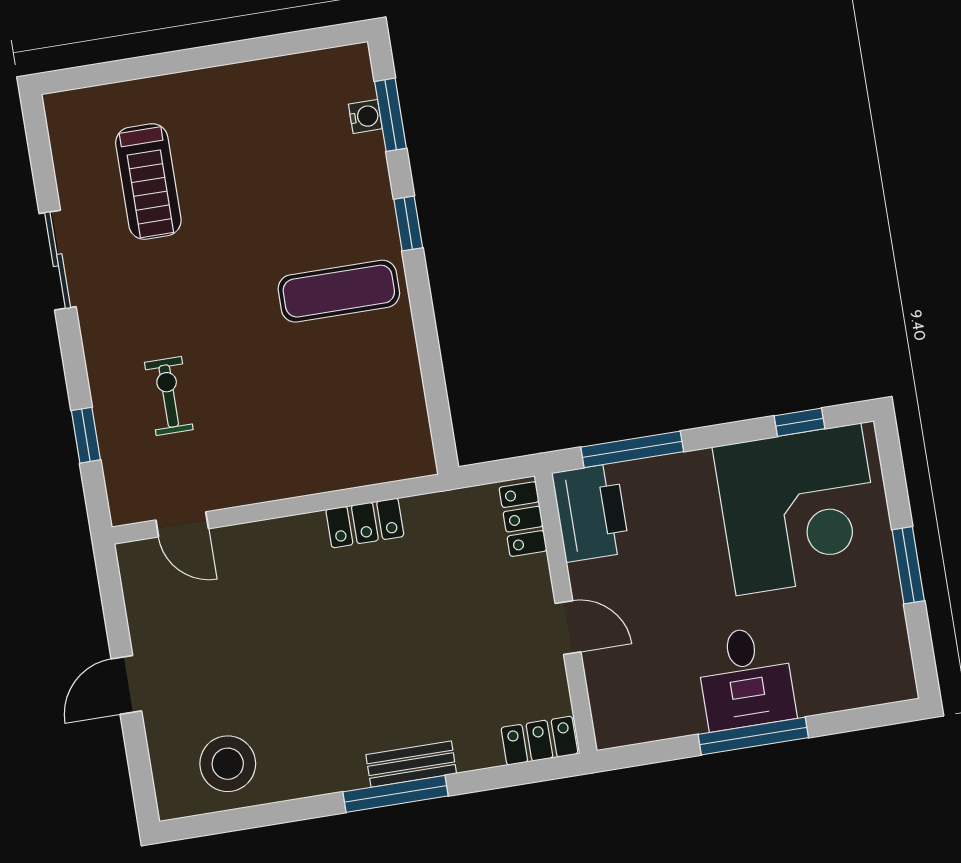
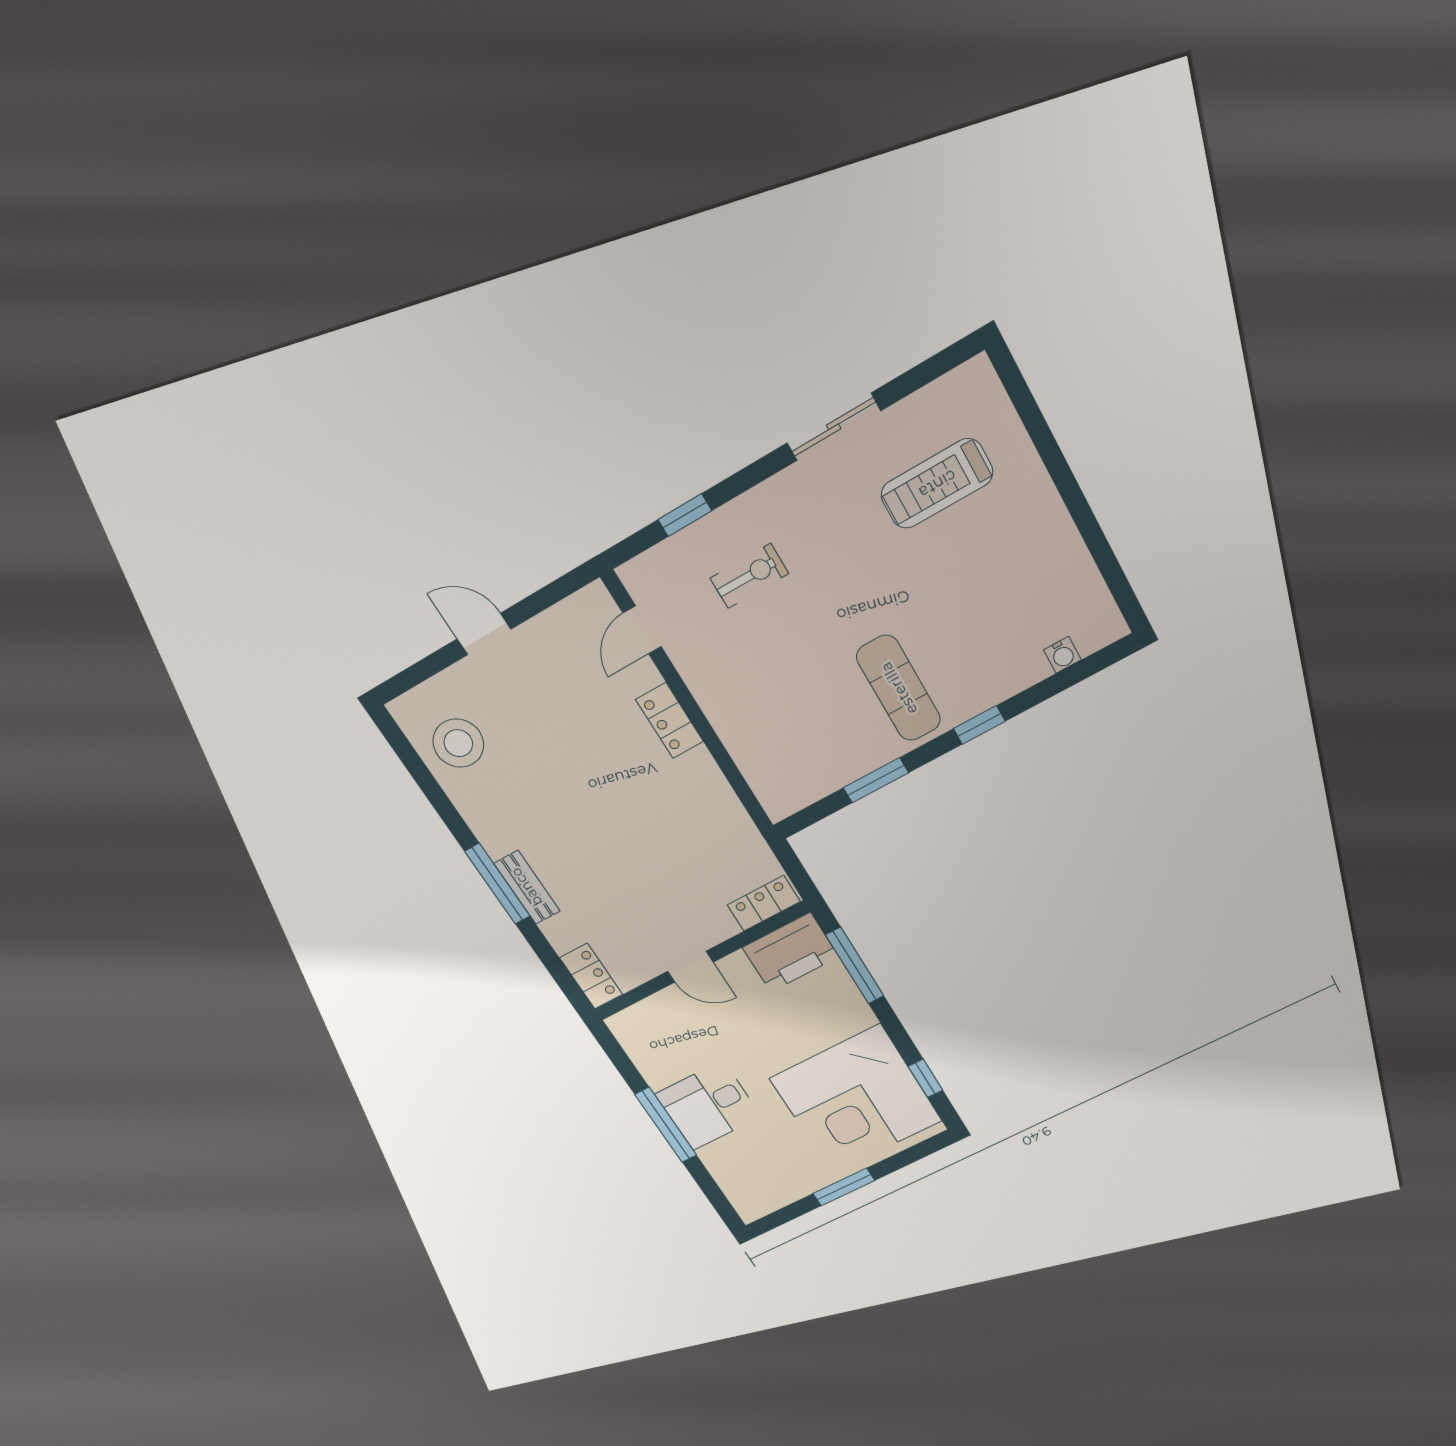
window: (391, 115) -> (876, 780), moved
locker: (365, 523) -> (670, 720), moved
door: (568, 628) -> (690, 967), hinge flipped

